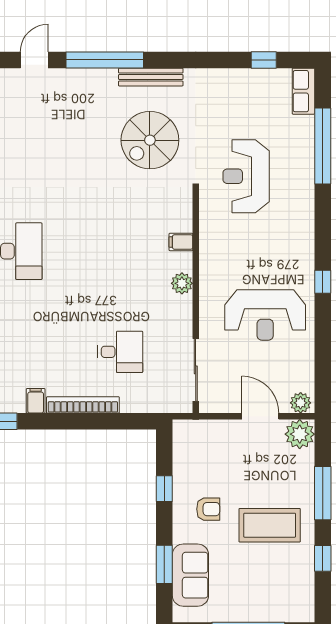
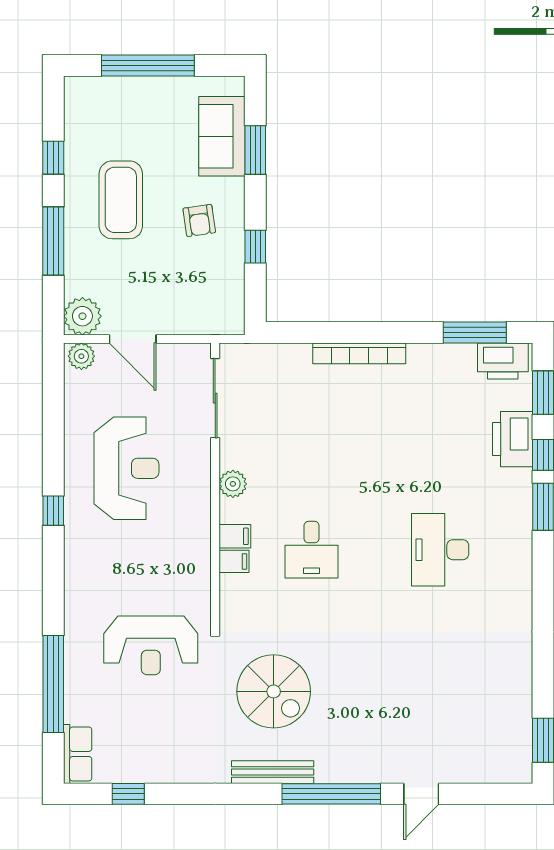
spiral stairs: (150, 140) -> (274, 691), turned 90
reception desk: (246, 176) -> (151, 645), turned 90
plant: (182, 283) -> (233, 484), moved
reception desk: (265, 315) -> (126, 468), turned 90
desk: (120, 352) -> (312, 550), moved, turned -90
filing cabinet: (36, 401) -> (235, 536), moved, turned -90
armchair: (208, 509) -> (199, 220), turned -98
coffee table: (270, 525) -> (121, 200), turned 90

